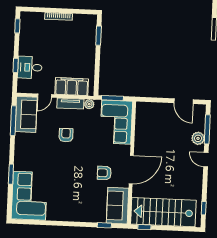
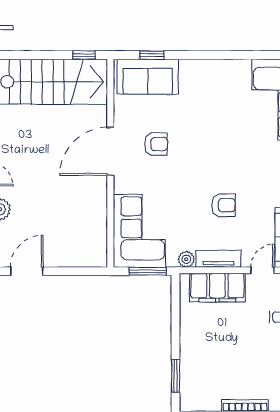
door: (184, 101) -> (27, 271), hinge flipped
armchair: (66, 135) -> (223, 205), turned -90
sofa: (118, 206) -> (148, 77), moved, turned 90

